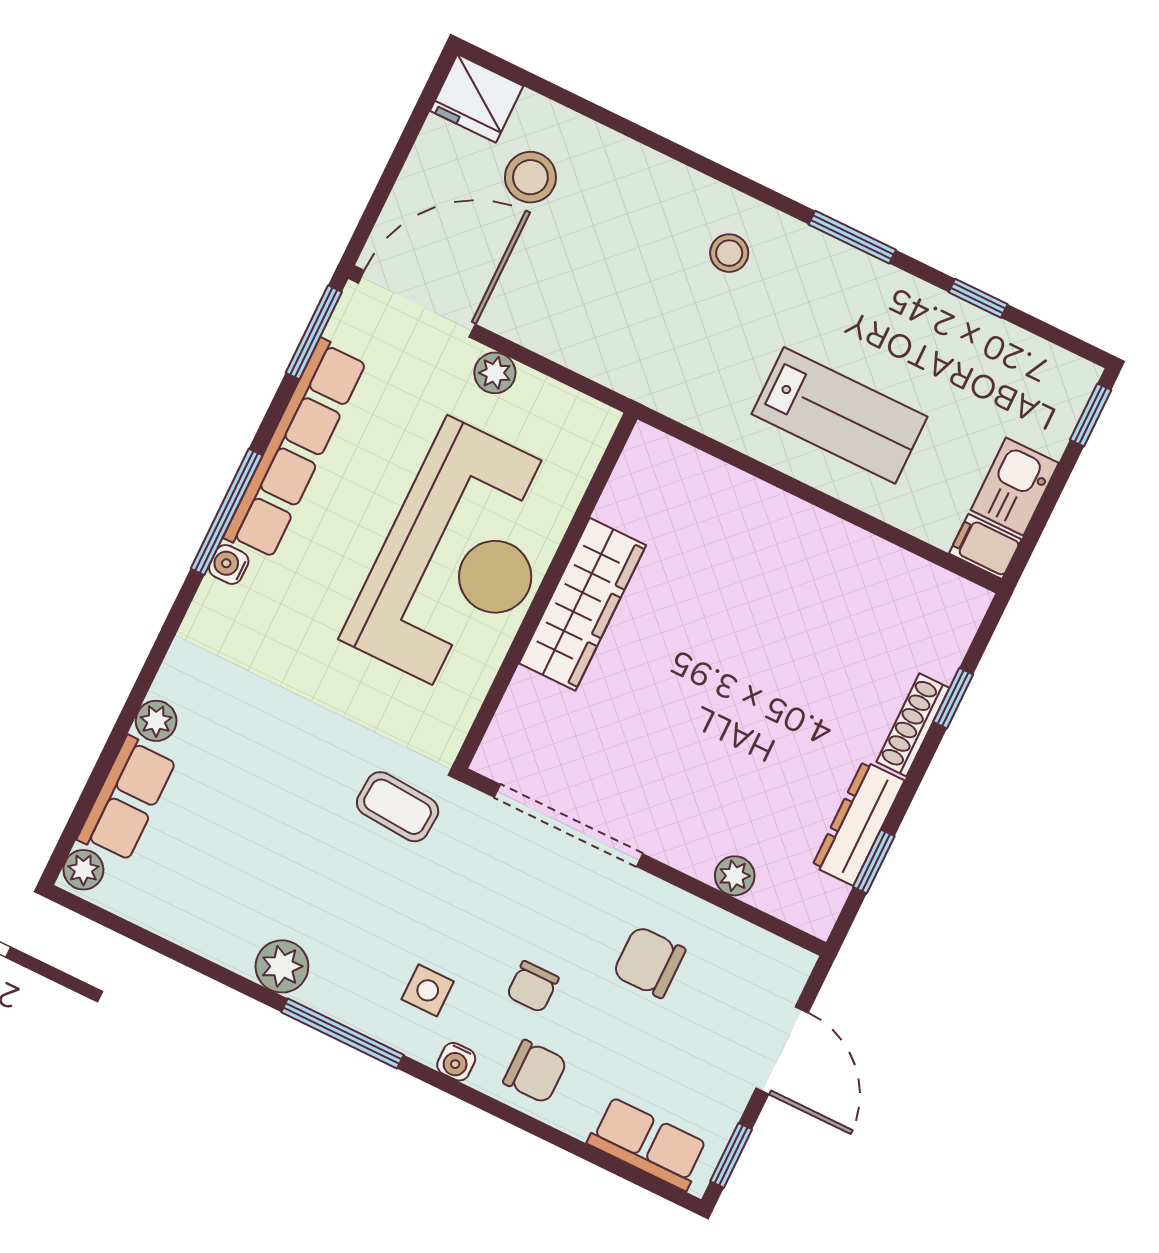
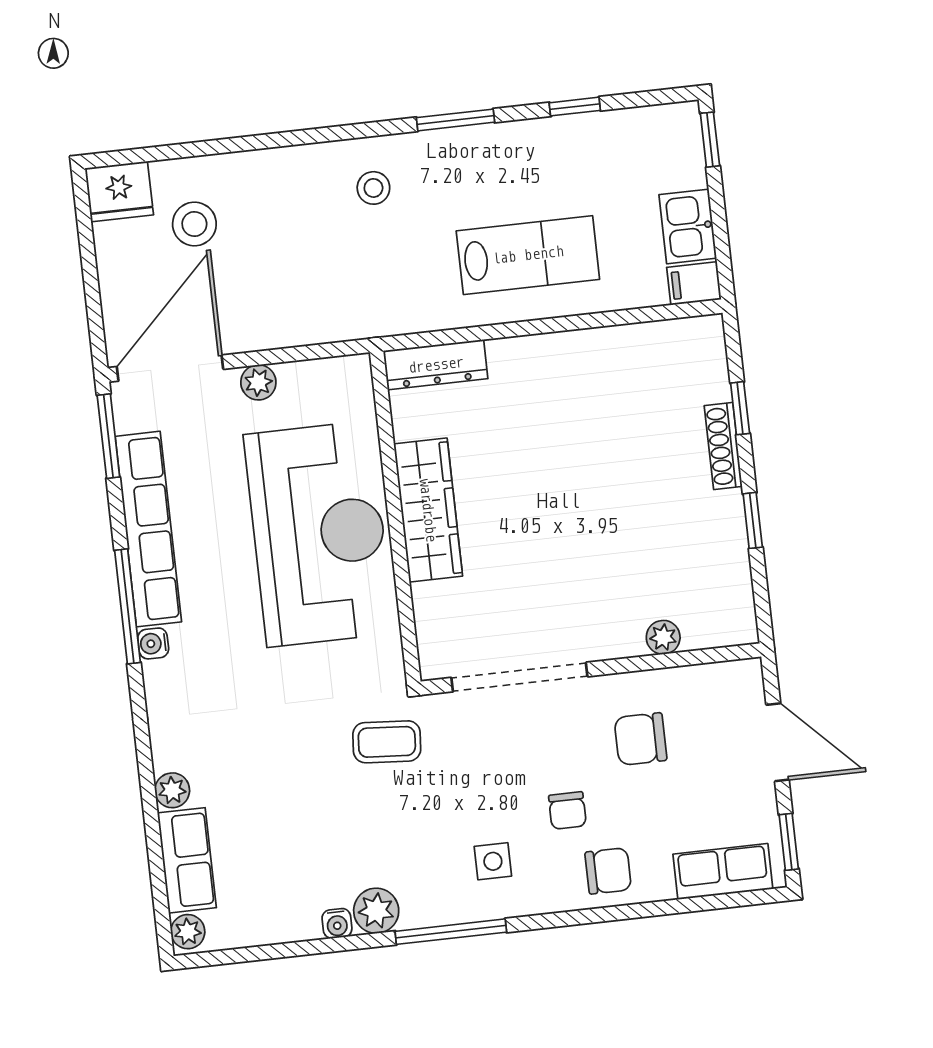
dresser: (858, 823) -> (436, 365), moved, turned -90
window: (874, 862) -> (753, 520), moved
water cooler: (456, 1062) -> (337, 923), moved

